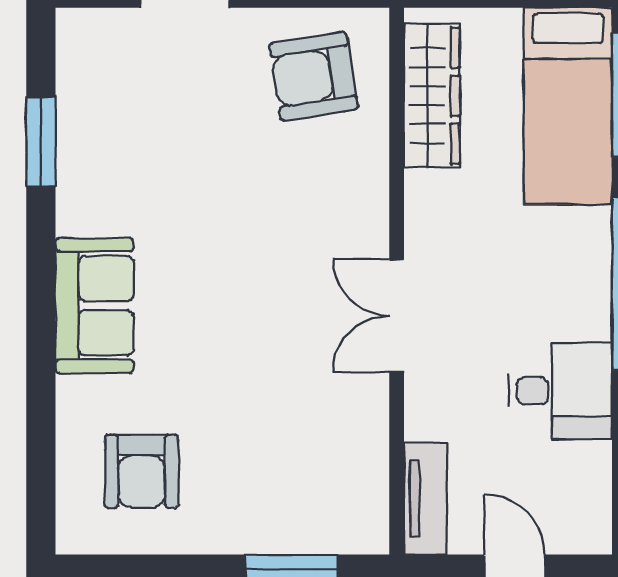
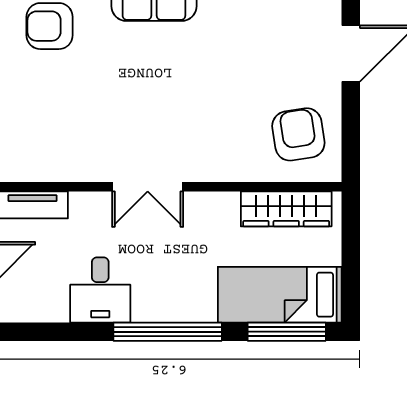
double door: (397, 316) -> (148, 187), swing flipped

